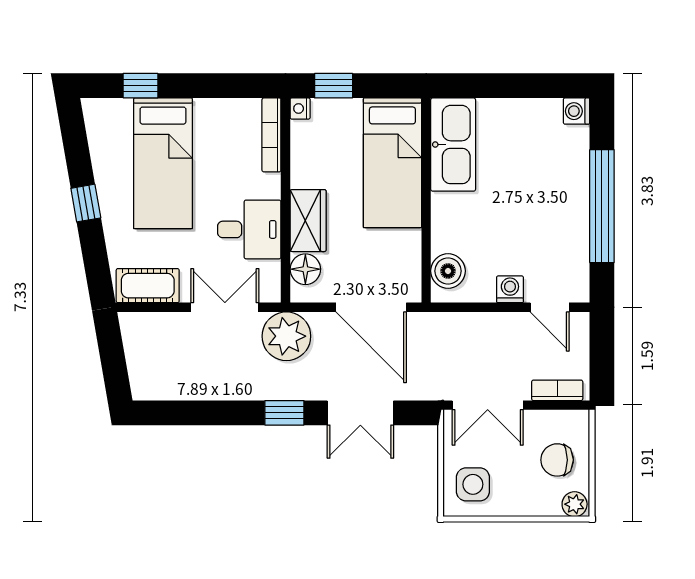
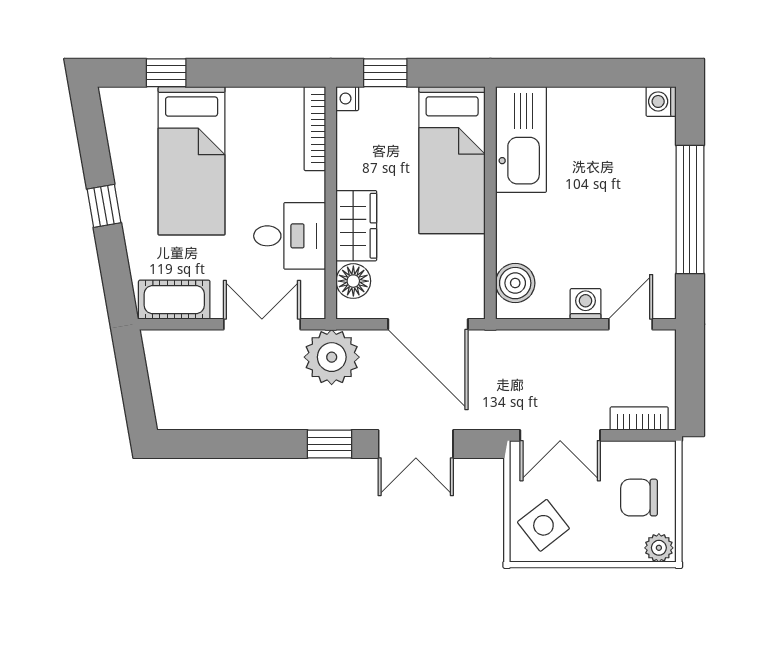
door: (550, 307) -> (631, 324), swing flipped
side table: (473, 484) -> (543, 525), turned -38

